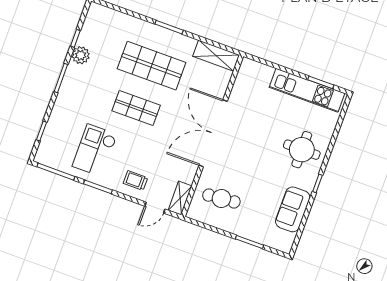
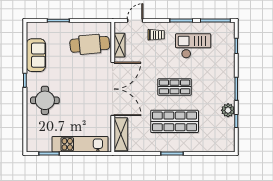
shelving: (216, 56) -> (121, 134), moved, turned 90
kitchen unit: (307, 90) -> (80, 144), moved
checkout: (95, 150) -> (193, 46), turned -90
shelving: (180, 198) -> (120, 45), moved
cafe table: (221, 199) -> (90, 44), width x1.37, depth x1.35

